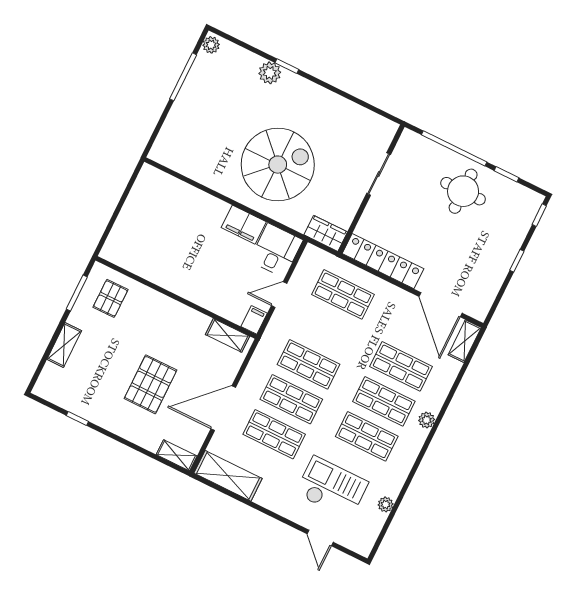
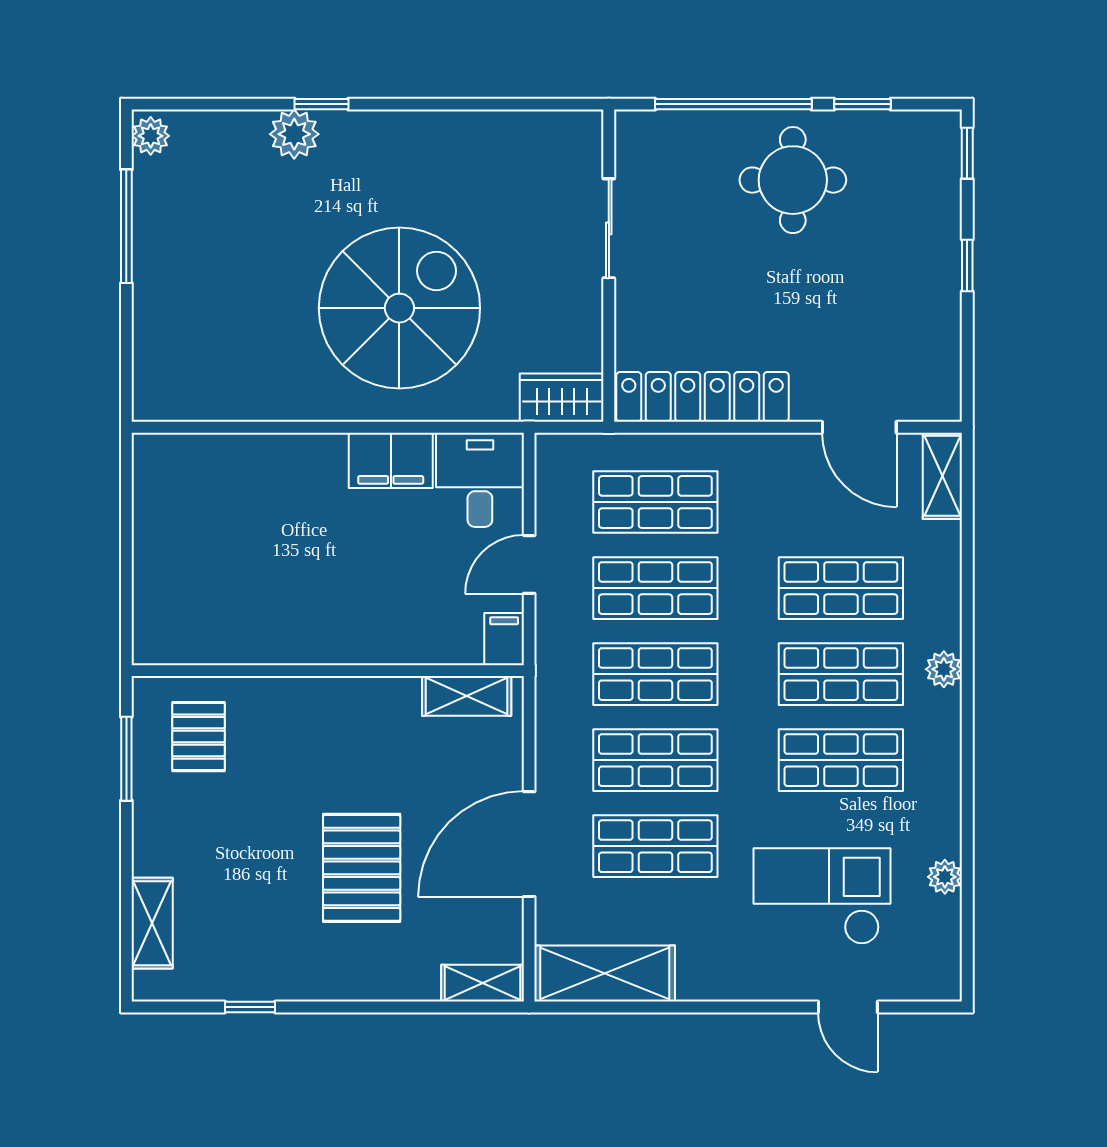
door: (441, 305) -> (859, 427), width x0.73
shop shelf: (326, 329) -> (655, 588), added
shelving: (64, 345) -> (152, 923), moved

